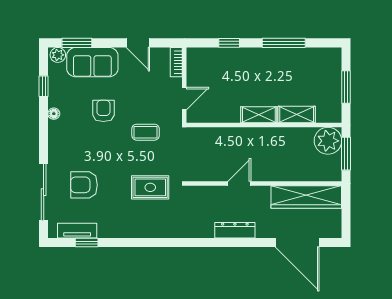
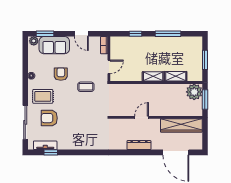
window: (44, 86) -> (25, 59), removed
rug: (150, 187) -> (43, 96), moved

